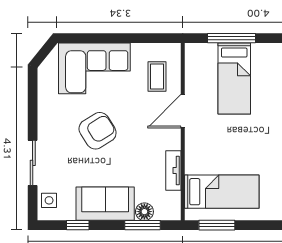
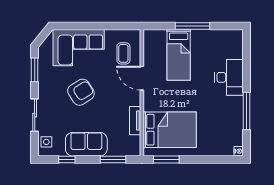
window: (232, 38) -> (193, 26), moved
window: (33, 100) -> (35, 70), added
door: (183, 111) -> (142, 78), hinge flipped
bed: (222, 192) -> (170, 130), width x1.50
floor lamp: (144, 212) -> (114, 150), removed

